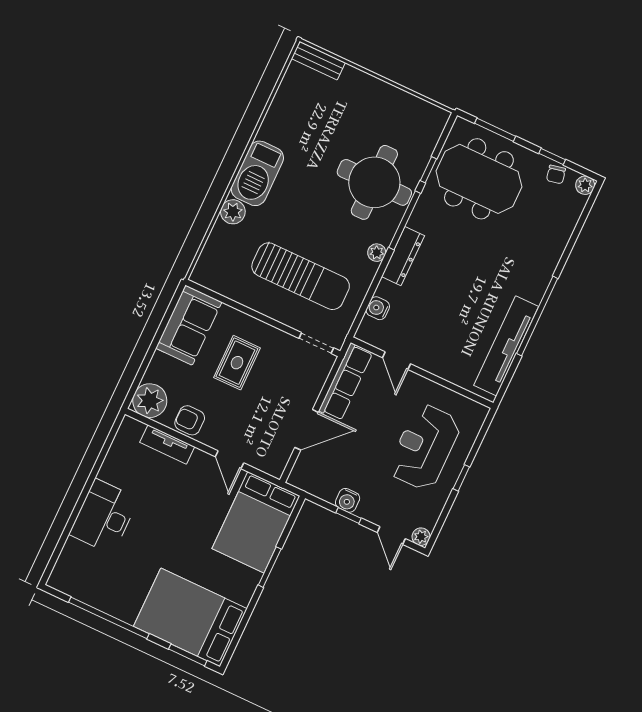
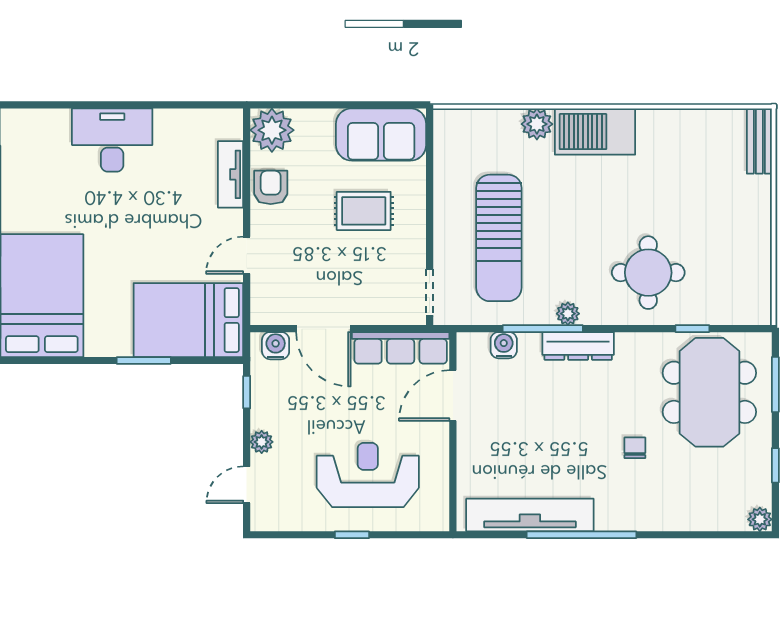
chair: (556, 175) -> (635, 448), moved, turned 102
round table: (374, 182) -> (648, 273), width x0.73, depth x0.73
window: (405, 220) -> (543, 329), moved
door: (397, 361) -> (453, 396), width x1.38
water cooler: (348, 500) -> (276, 346), moved, turned 90
window: (349, 515) -> (247, 392), moved
plant: (421, 537) -> (262, 442), moved

